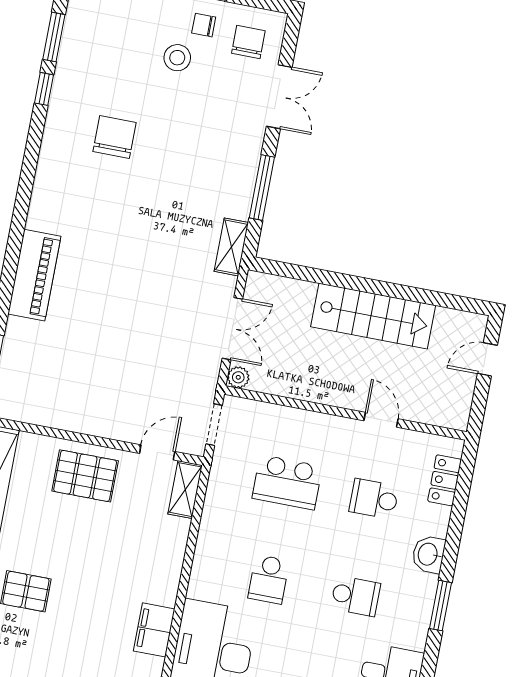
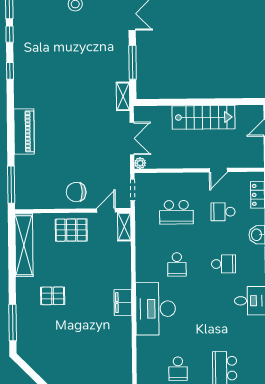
chair: (115, 137) -> (76, 192), moved, turned -90
window: (31, 157) -> (10, 71), added
door: (381, 420) -> (218, 170), swing flipped

